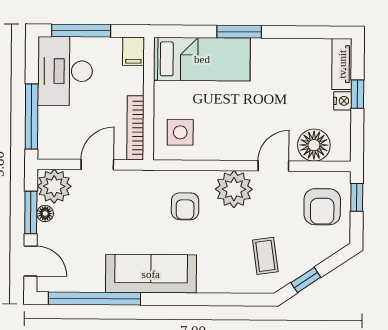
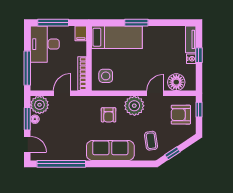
armchair: (322, 207) -> (181, 115), turned 90
sofa: (151, 274) -> (110, 151), moved

